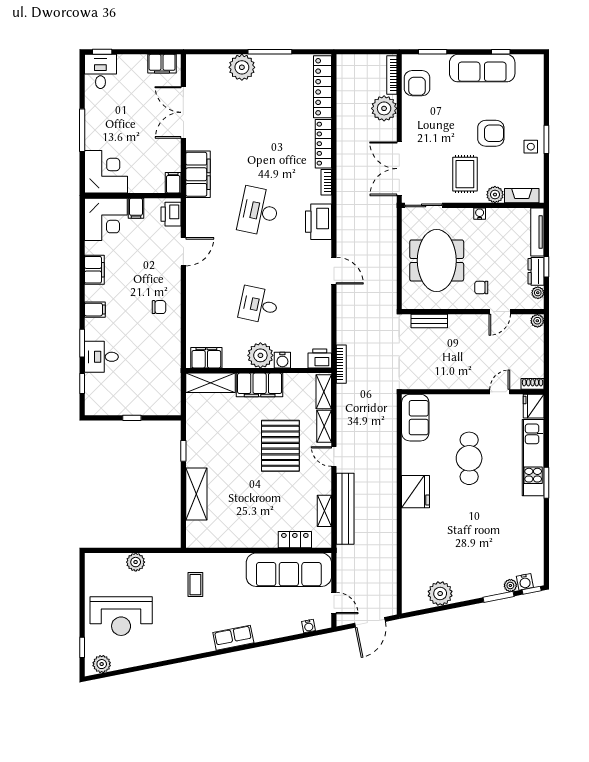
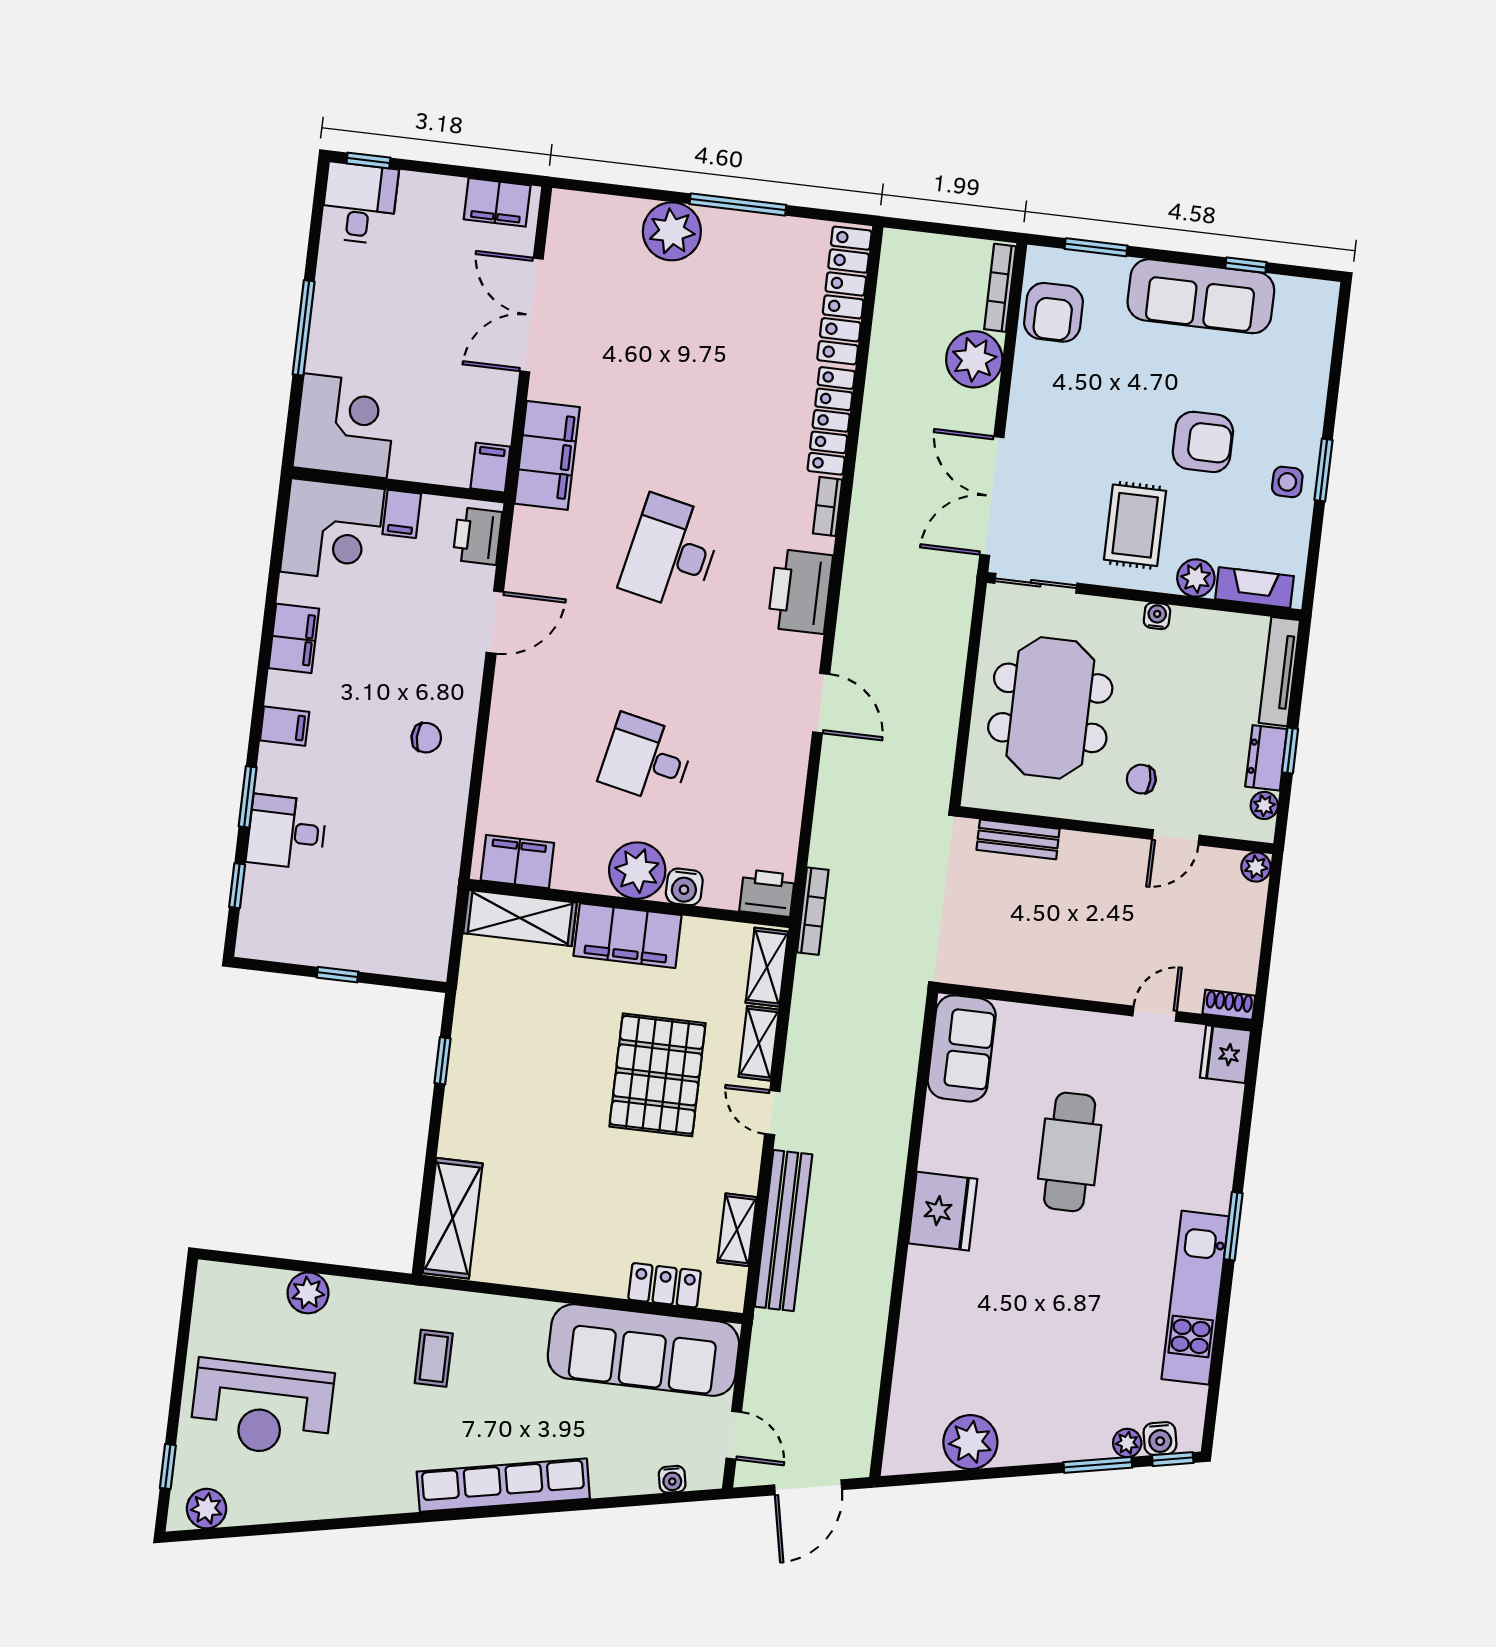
kitchen unit: (533, 458) -> (1195, 1298), moved
shelving: (196, 494) -> (453, 1218), moved
row of seats: (233, 638) -> (503, 1485), width x2.02

